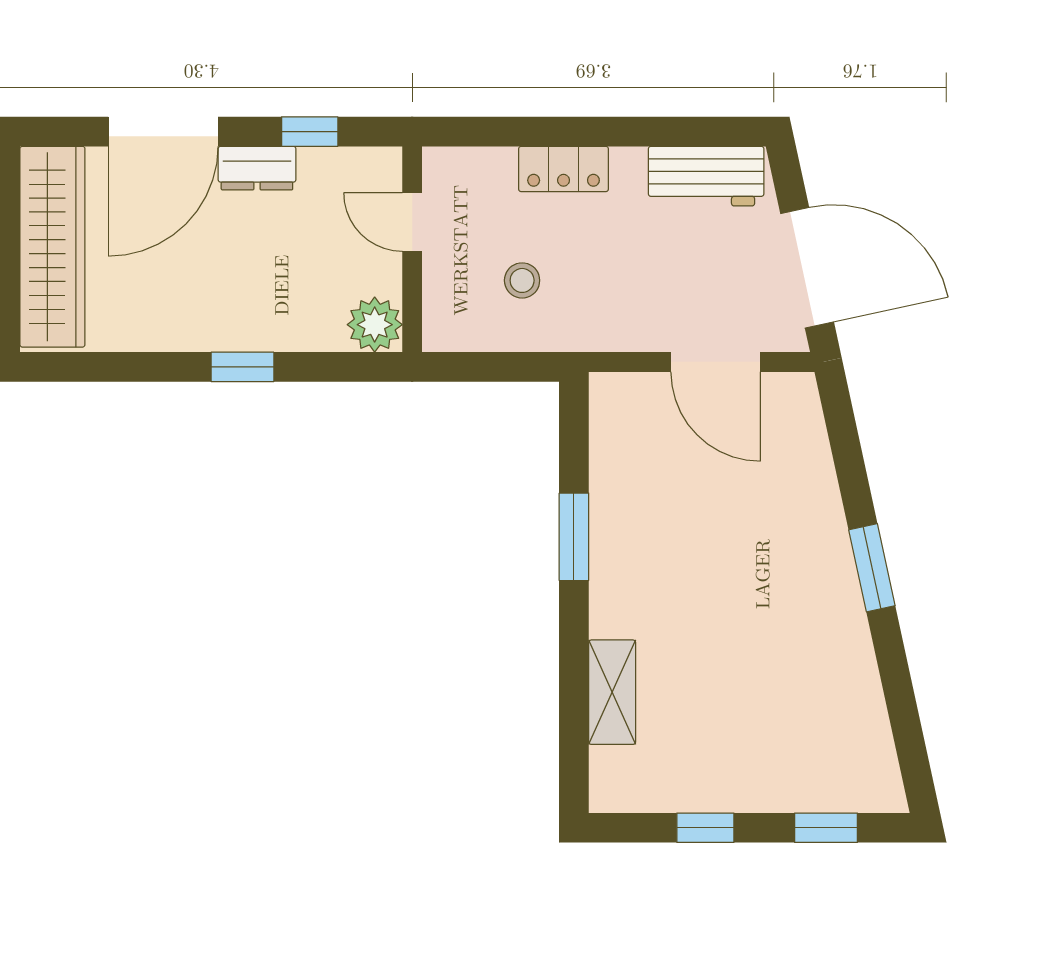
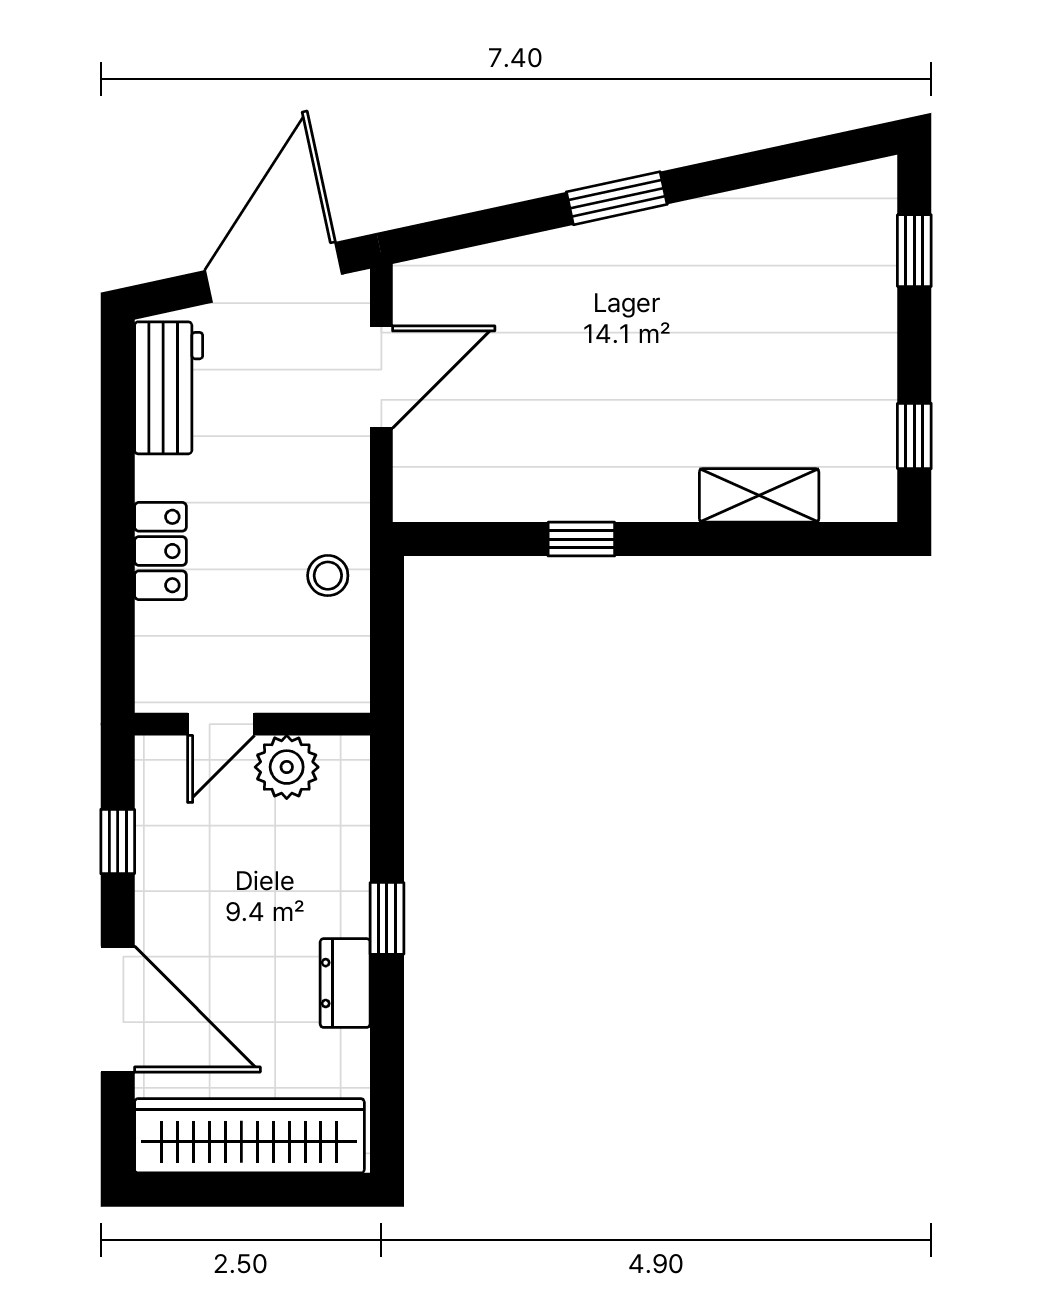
dresser: (257, 168) -> (345, 983), moved, turned 180
stool: (522, 280) -> (328, 576), moved
plant: (375, 325) -> (287, 767), moved
window: (574, 537) -> (581, 539), width x0.67
window: (705, 828) -> (914, 436), moved

